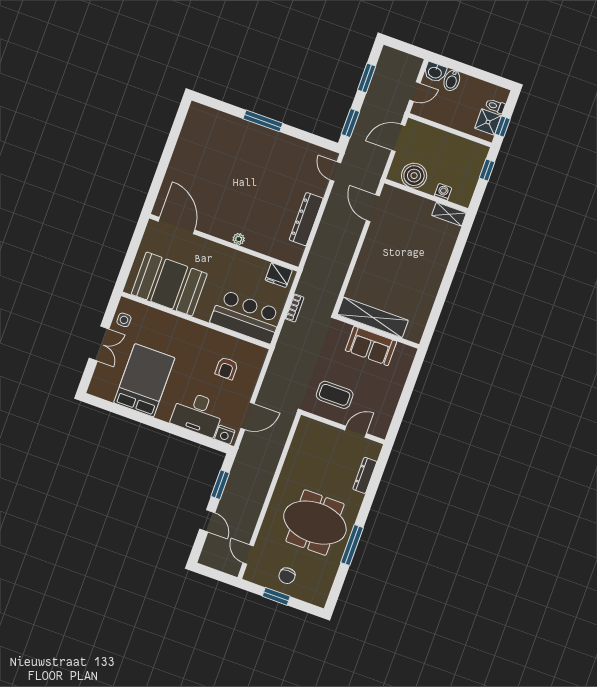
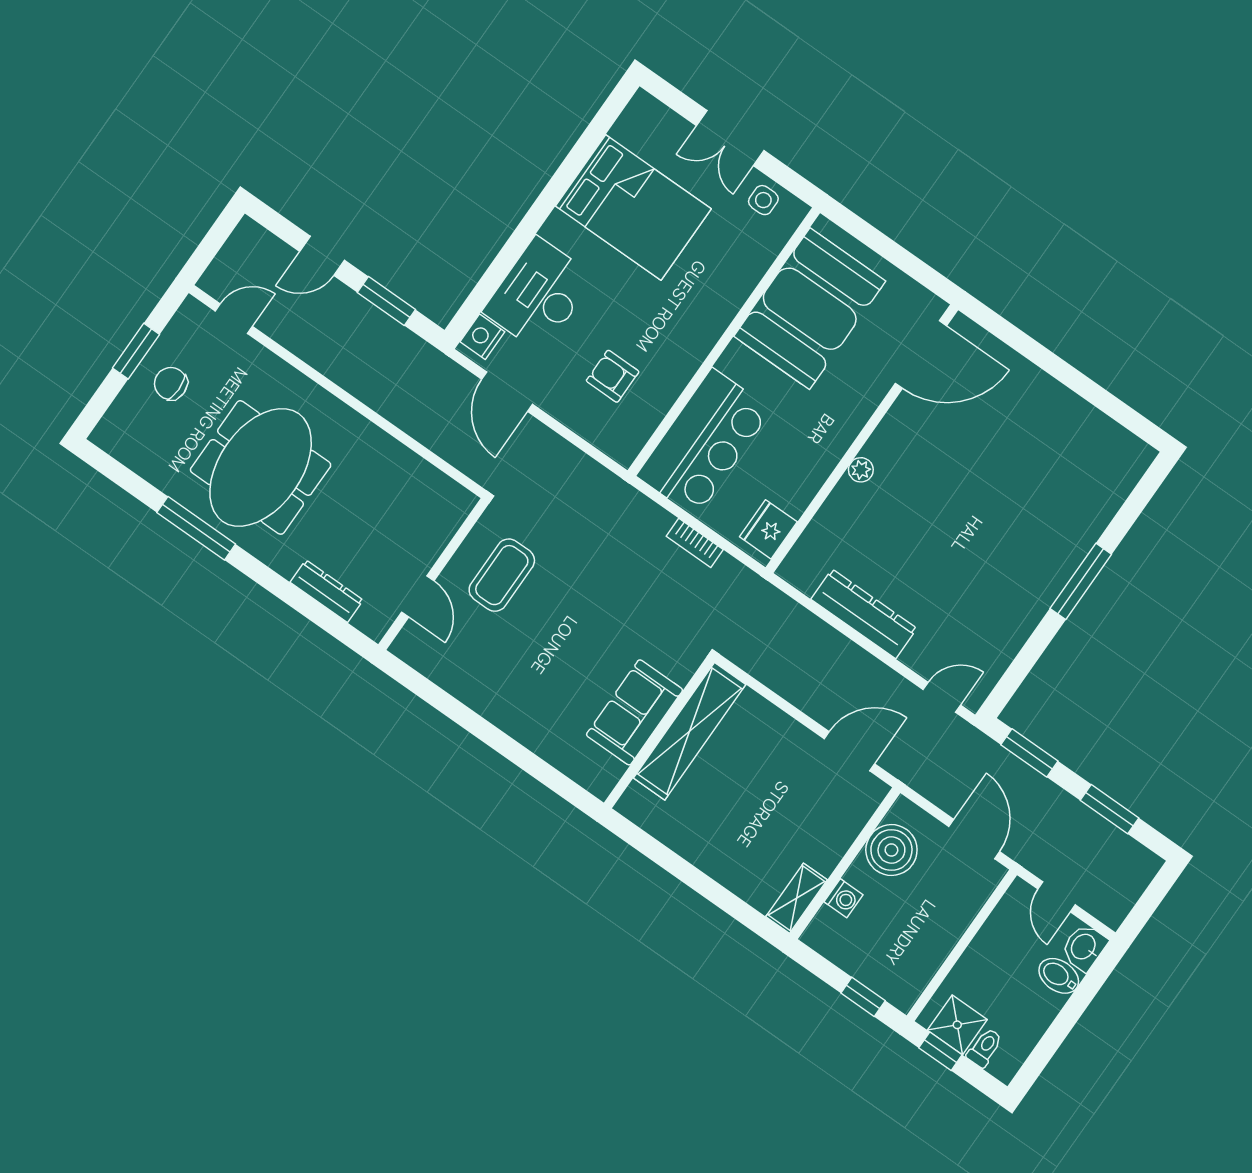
shelving: (373, 317) -> (690, 731), moved
wall: (377, 332) -> (659, 733), moved
sofa: (371, 346) -> (635, 712), moved

